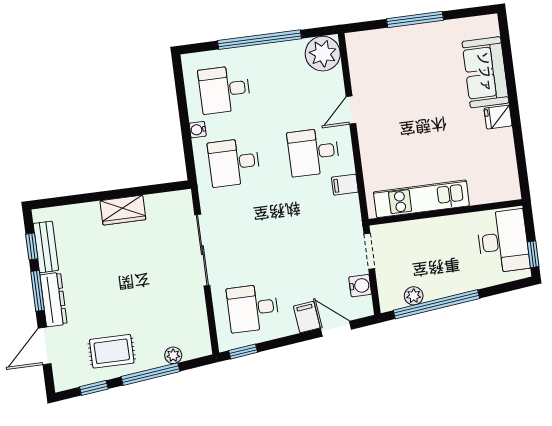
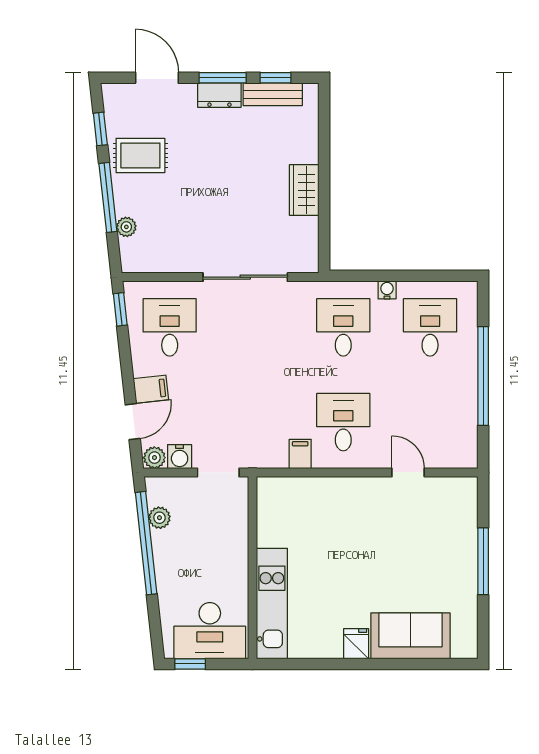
plant: (323, 54) -> (154, 458), moved, width x0.53, depth x0.53
door: (351, 110) -> (408, 472), moved
kitchen unit: (421, 199) -> (272, 604), moved
dresser: (53, 300) -> (219, 95), width x0.70
rug: (112, 351) -> (140, 156), turned 90

